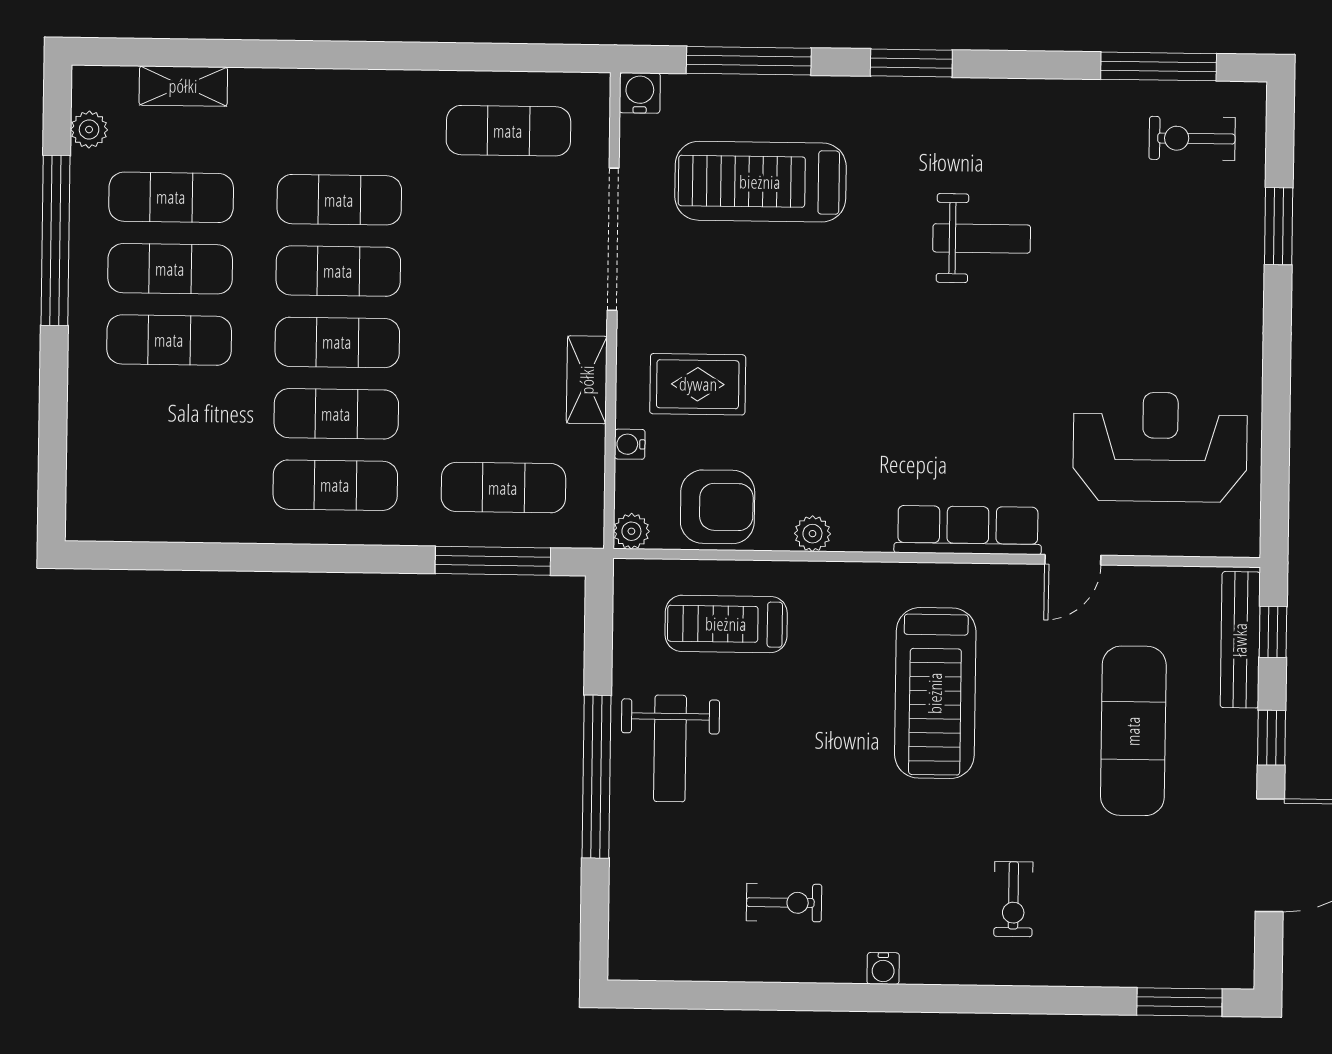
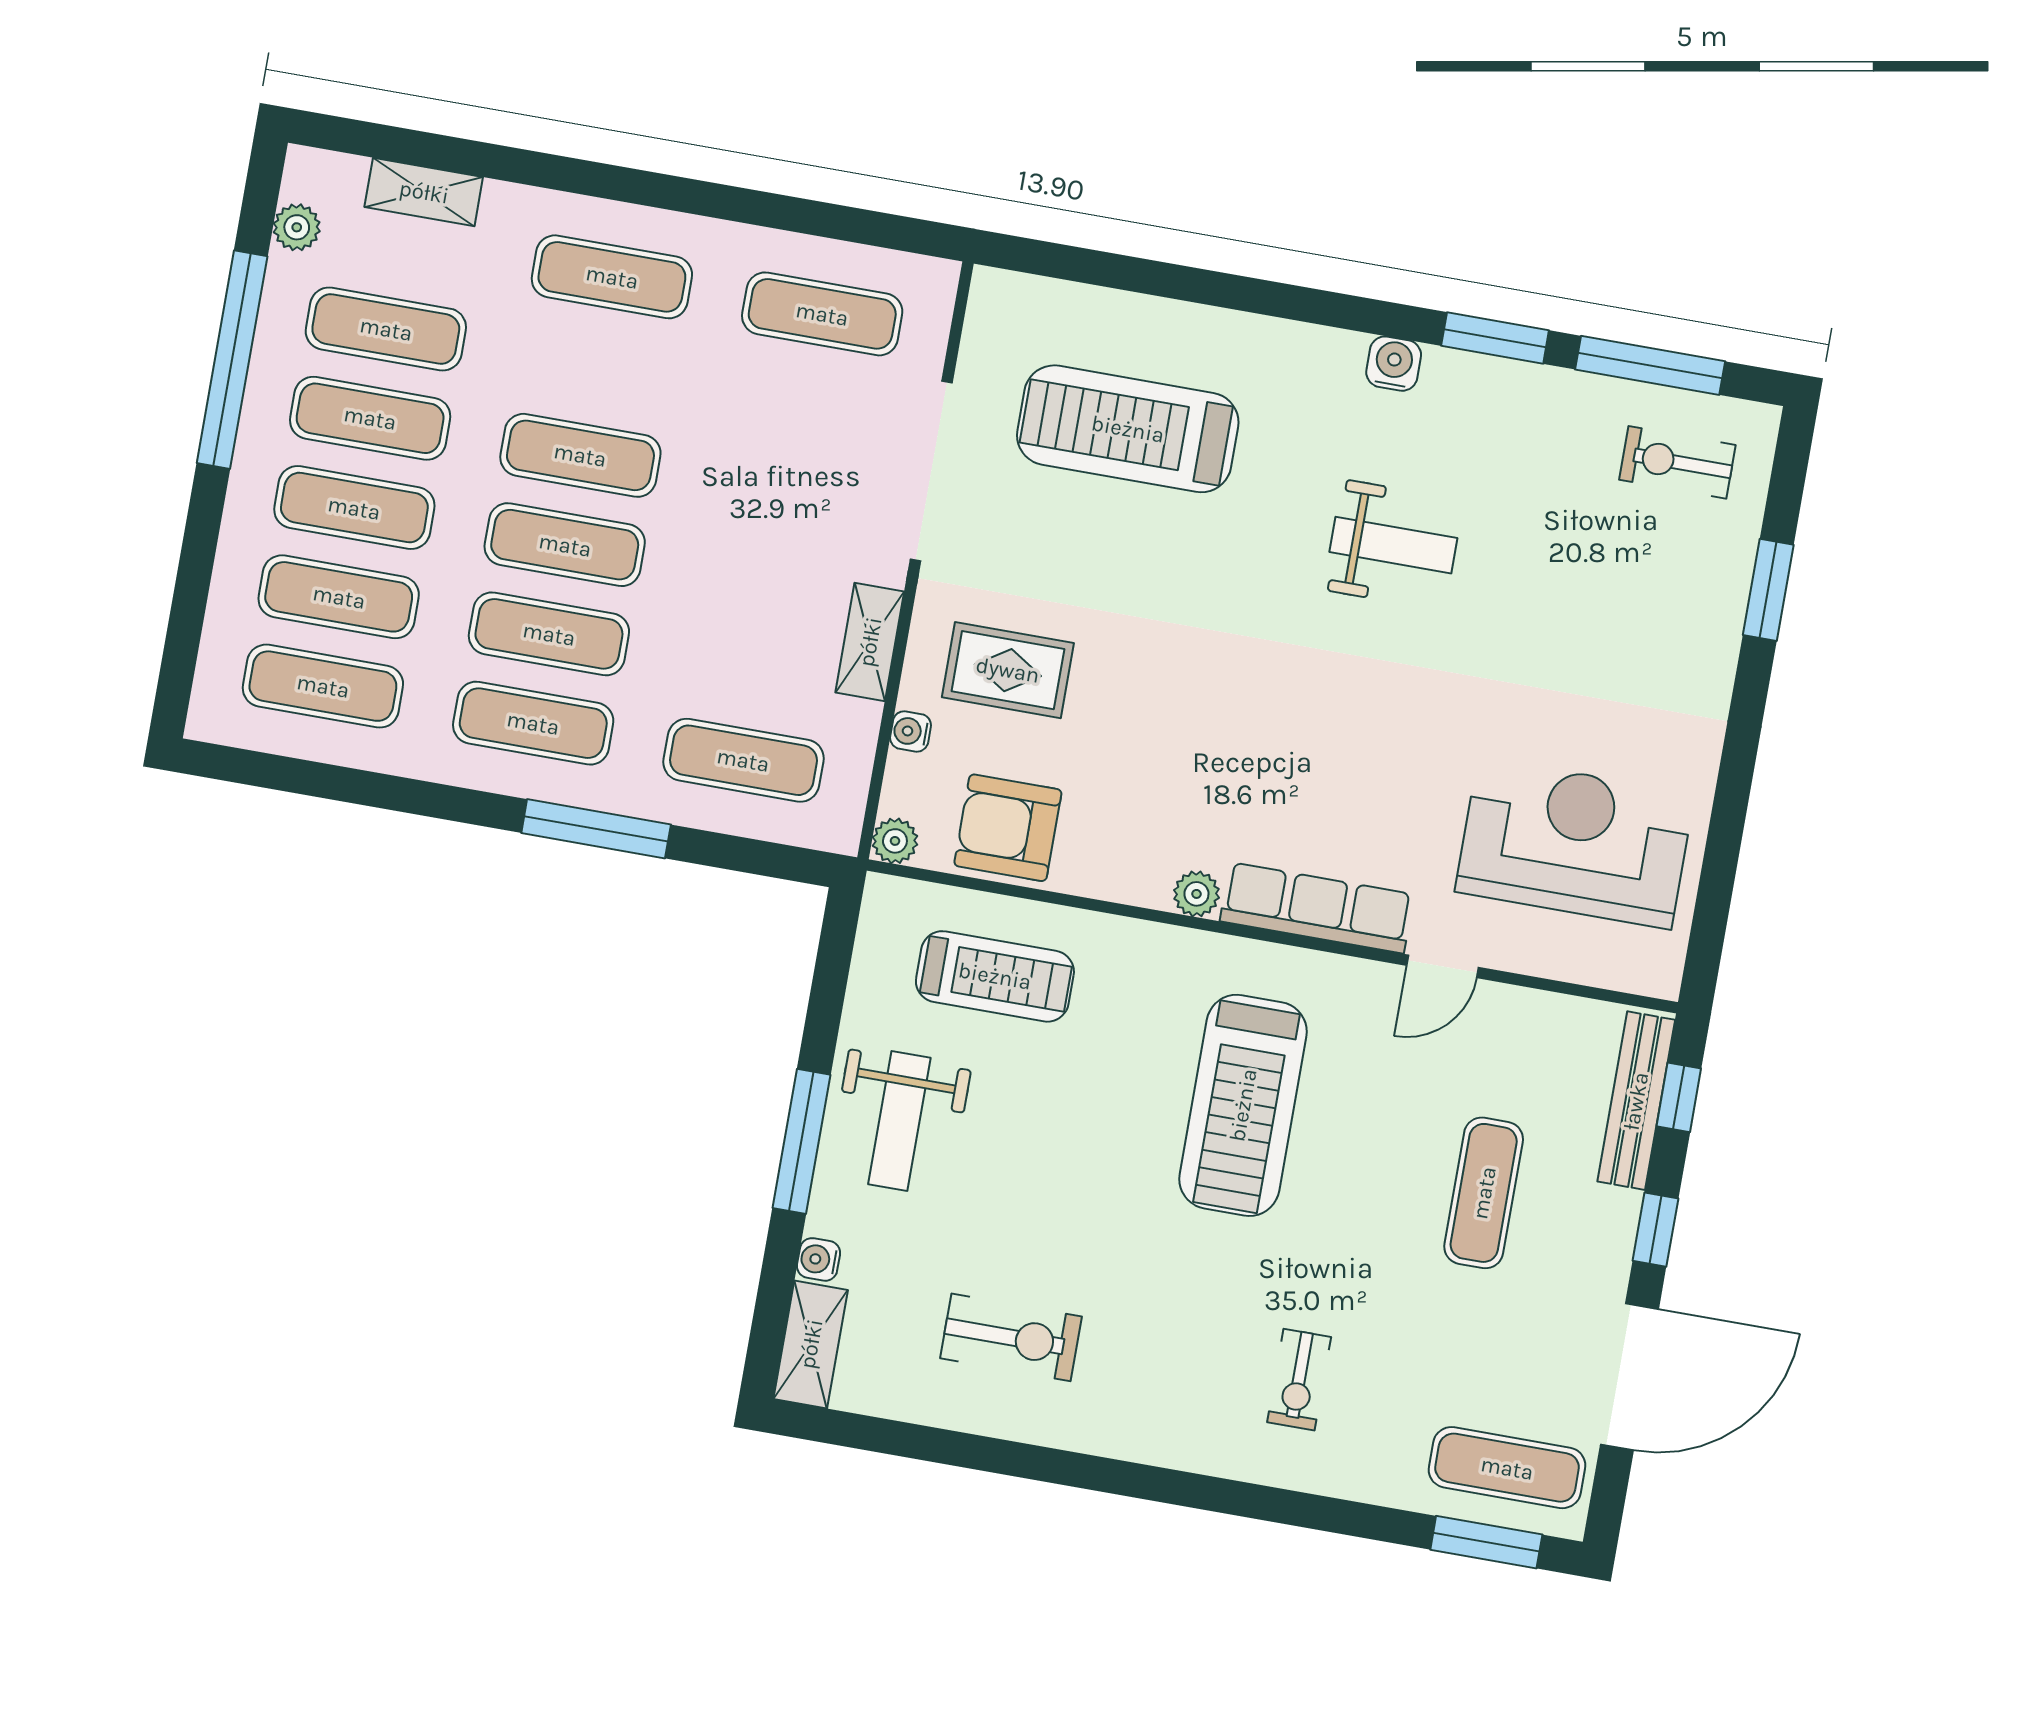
window: (749, 61) -> (1138, 275), removed
window: (911, 63) -> (1495, 338), moved
water cooler: (640, 93) -> (1394, 364), moved
exercise mat: (339, 200) -> (612, 277), moved
exercise mat: (168, 411) -> (339, 597), added
exercise mat: (167, 483) -> (323, 686), added
armchair: (718, 507) -> (1008, 828), turned 180
plant: (812, 534) -> (1196, 894), moved
window: (493, 561) -> (596, 829), moved
treadmill: (726, 624) -> (995, 976), turned 180
exercise mat: (1133, 731) -> (1484, 1193), width x0.73, depth x0.69
window: (597, 777) -> (801, 1141), width x0.68
exercise bike: (784, 903) -> (1011, 1337), width x1.38, depth x1.39
shelving: (629, 933) -> (811, 1344), added
exercise mat: (1186, 941) -> (1507, 1468), added
water cooler: (883, 968) -> (819, 1259), moved, turned 90

